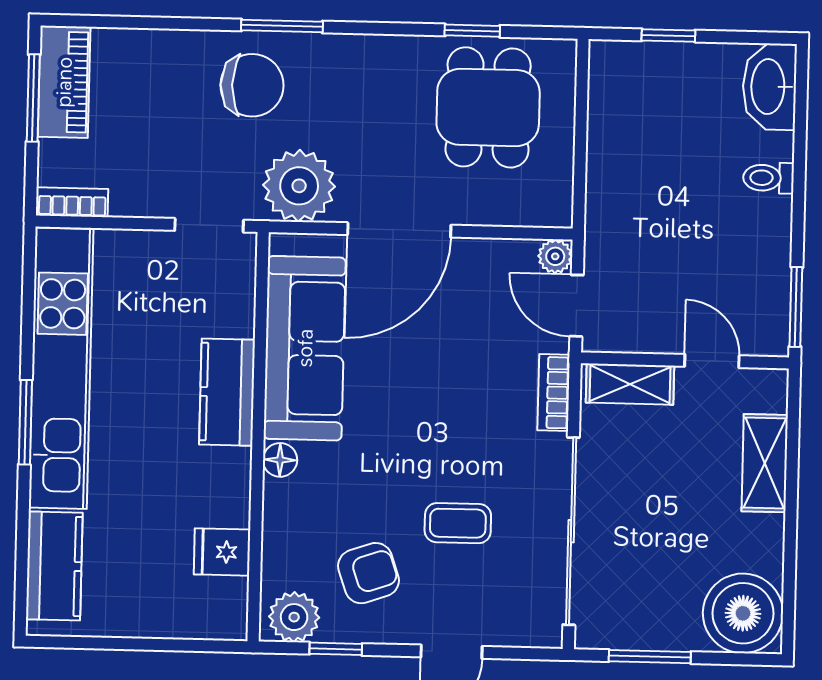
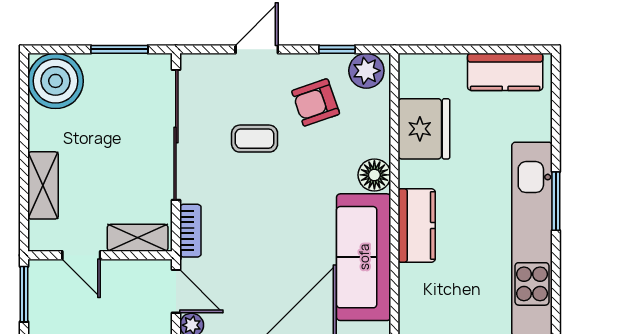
floor lamp: (280, 460) -> (374, 175), width x1.37, depth x1.37
fridge: (222, 552) -> (424, 129), width x1.88, depth x1.34
kitchen counter: (54, 566) -> (505, 72), moved, turned -90

